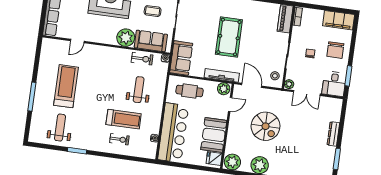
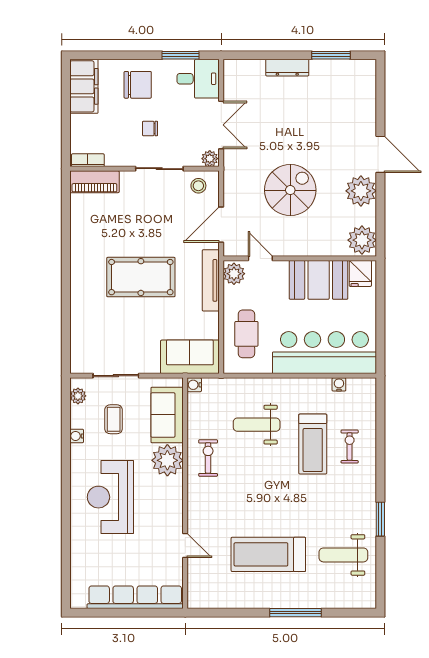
exercise bike: (142, 59) -> (208, 458), moved
treadmill: (124, 119) -> (313, 444), turned 180

